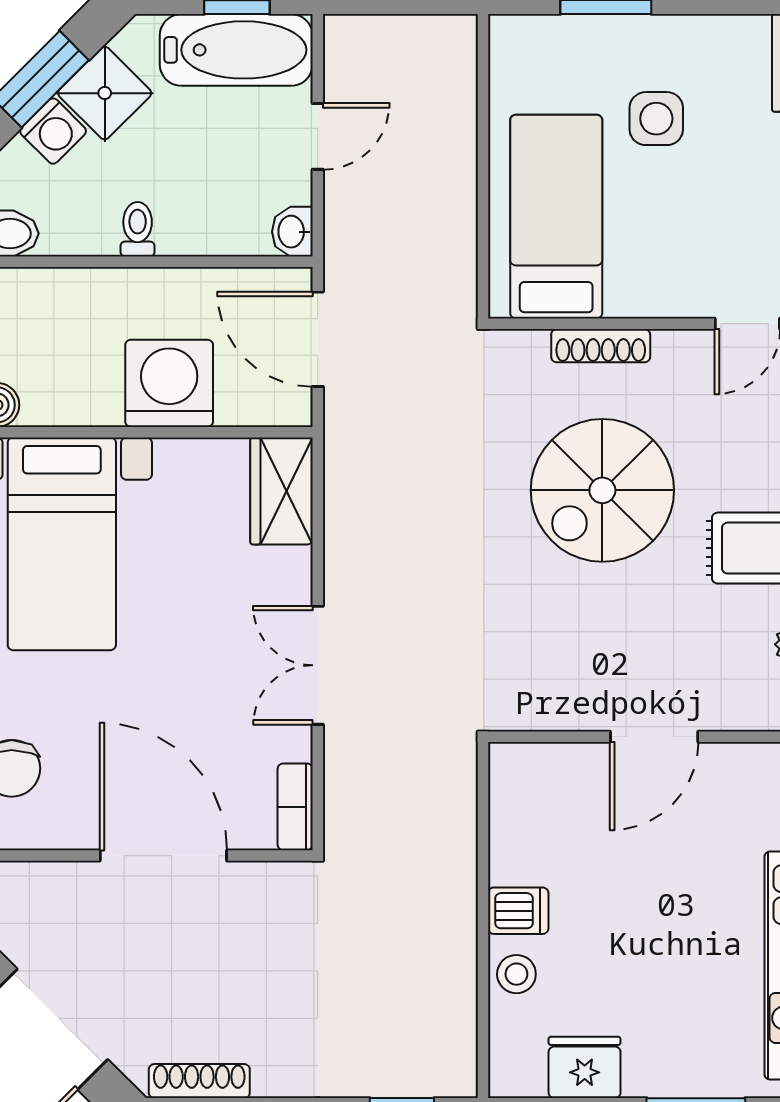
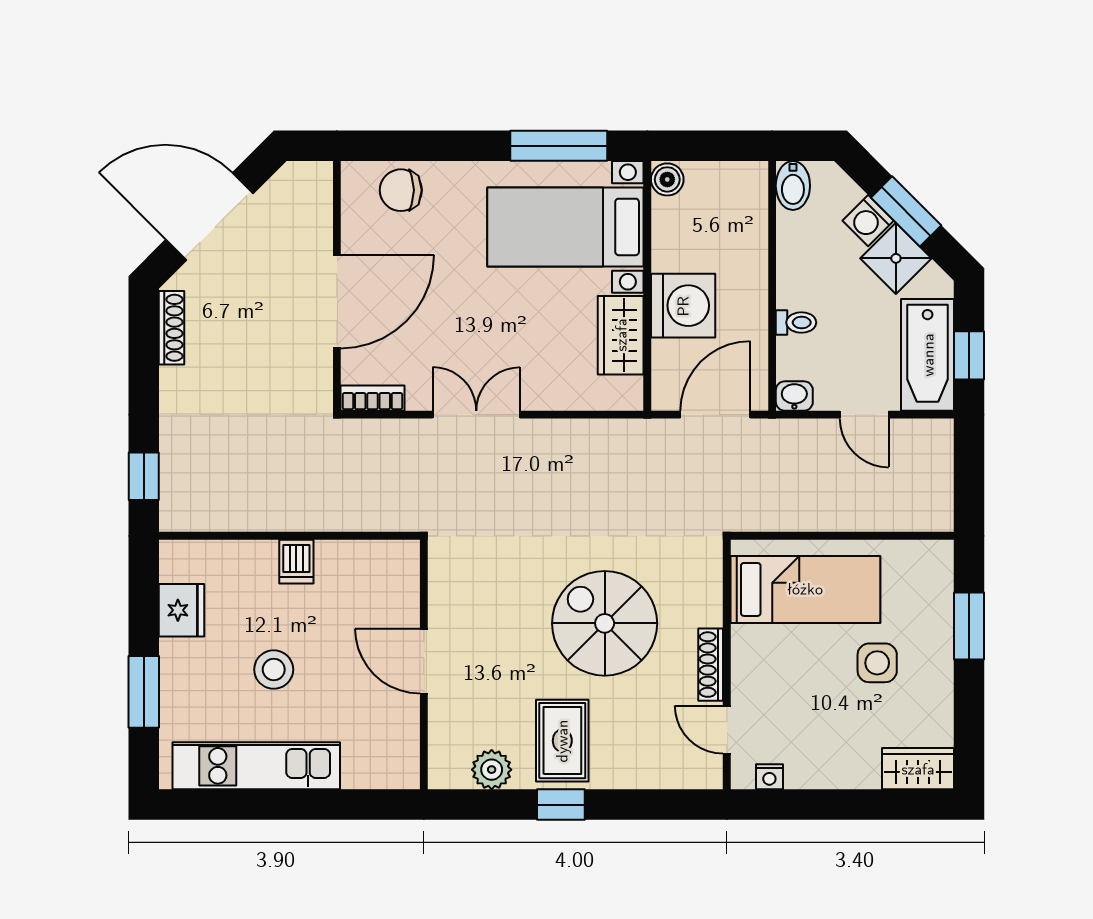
toilet: (138, 229) -> (796, 322), moved
shoe rack: (601, 346) -> (711, 665), moved
wardrobe: (281, 491) -> (621, 335), moved, turned -90
stool: (516, 974) -> (274, 670), moved, width x1.37, depth x1.37

